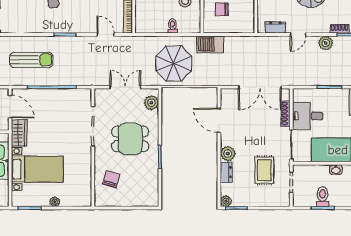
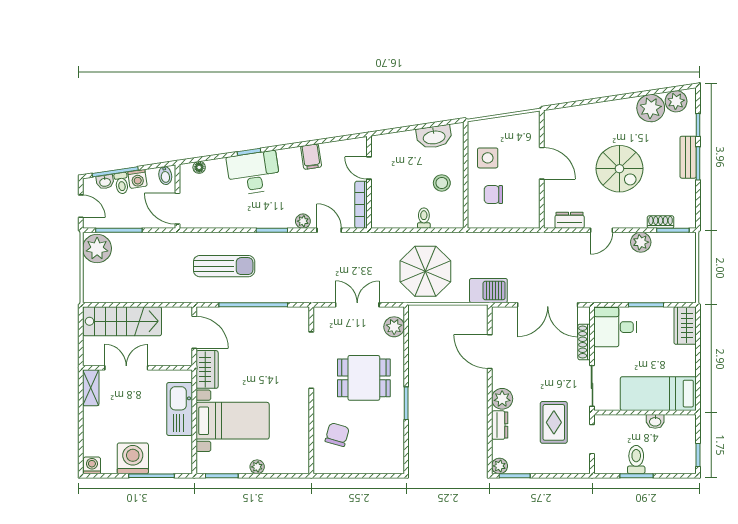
plant: (87, 28) -> (303, 221), added
barbecue: (210, 45) -> (488, 291), moved, turned 180
desk: (308, 116) -> (615, 327), moved

